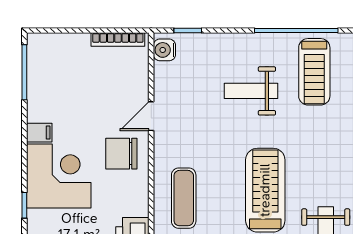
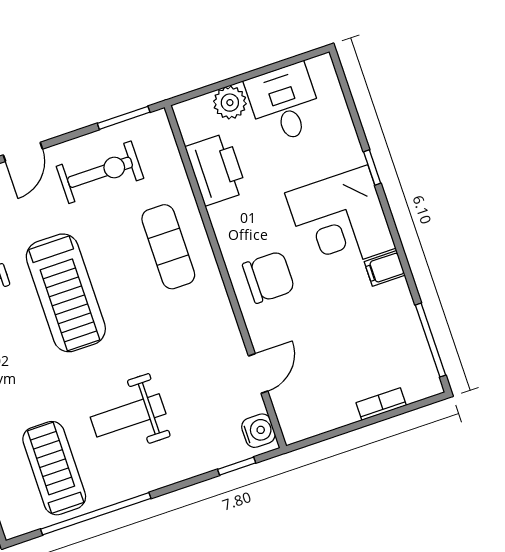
bookcase: (118, 40) -> (381, 404), moved, width x0.64
weight bench: (251, 91) -> (128, 415), turned 180
door: (151, 116) -> (258, 374), moved

